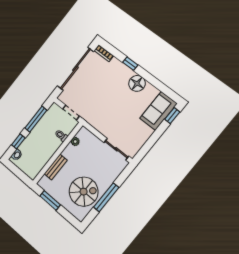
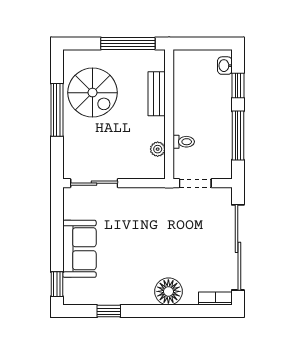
window: (130, 64) -> (109, 311), moved
floor lamp: (137, 83) -> (168, 291), moved
sofa: (158, 111) -> (79, 249), moved
spiral stairs: (84, 192) -> (93, 93), turned -90
window: (50, 200) -> (128, 43), width x1.44

